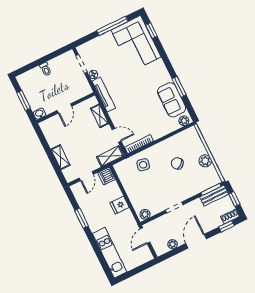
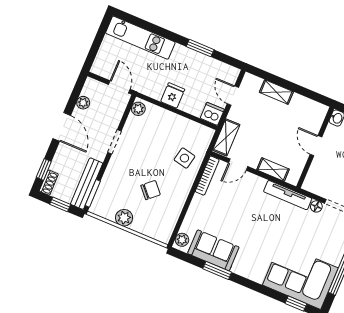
bench: (214, 196) -> (87, 184), width x1.36

